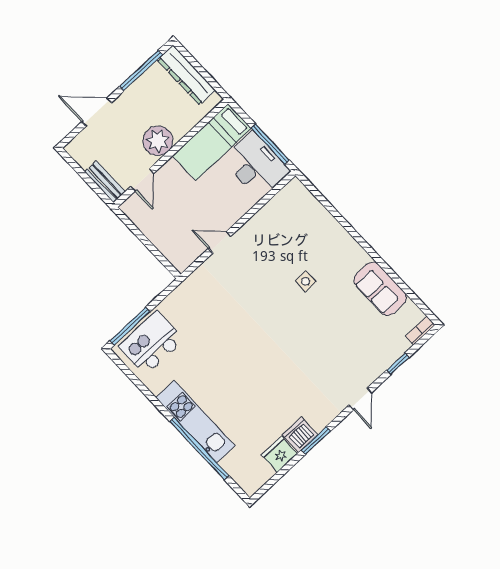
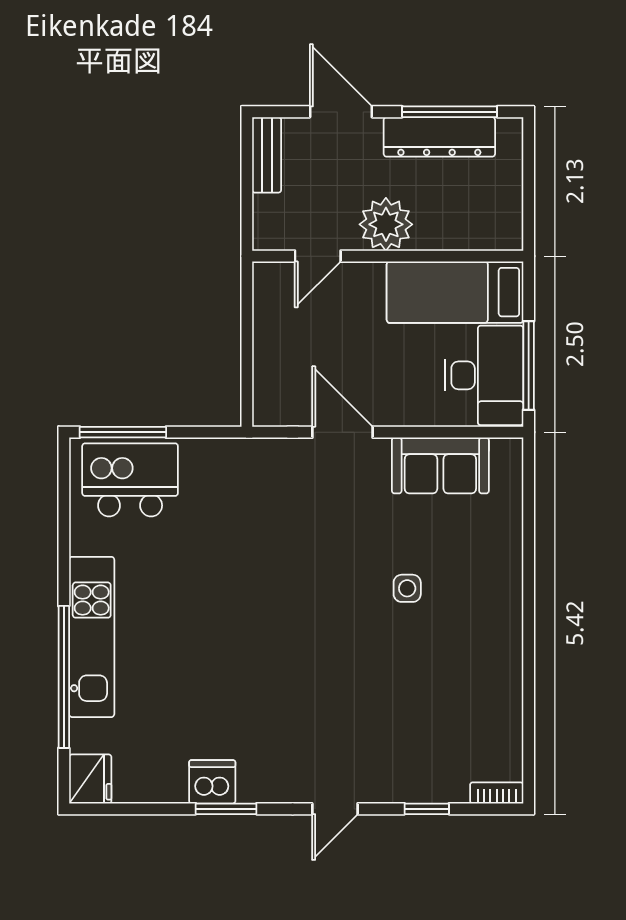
dresser: (186, 75) -> (439, 137), moved, turned -90
bench: (105, 182) -> (267, 155), moved
door: (220, 242) -> (342, 432), width x1.37
sofa: (380, 289) -> (440, 465), moved, turned -90
fridge: (280, 454) -> (90, 779), moved, turned 90

